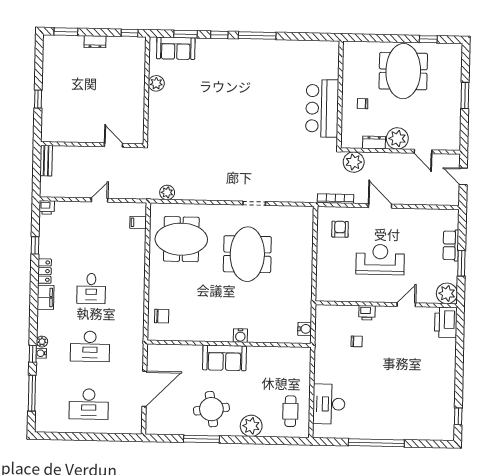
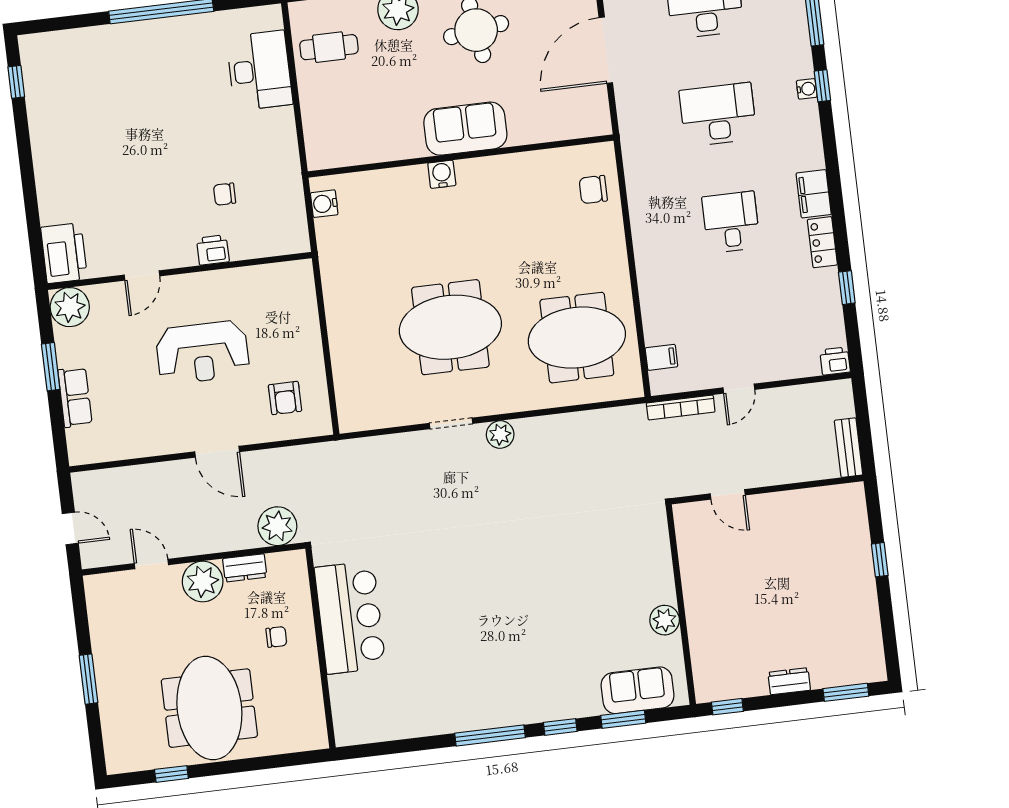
plant: (167, 192) -> (500, 435), moved
bookcase: (335, 199) -> (681, 407), moved
meeting table: (247, 254) -> (450, 327), turned 90
plant: (42, 342) -> (808, 111), removed
cafe table: (290, 411) -> (329, 47), turned 90

